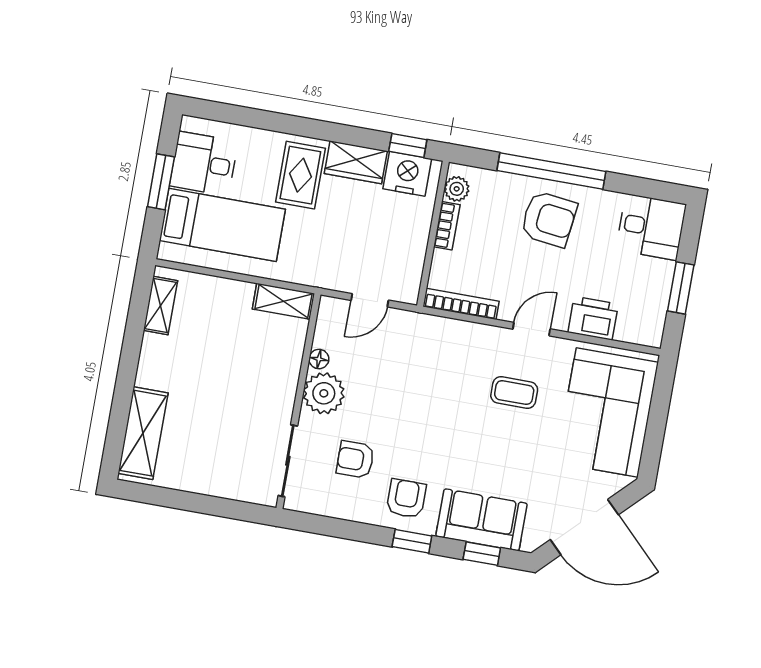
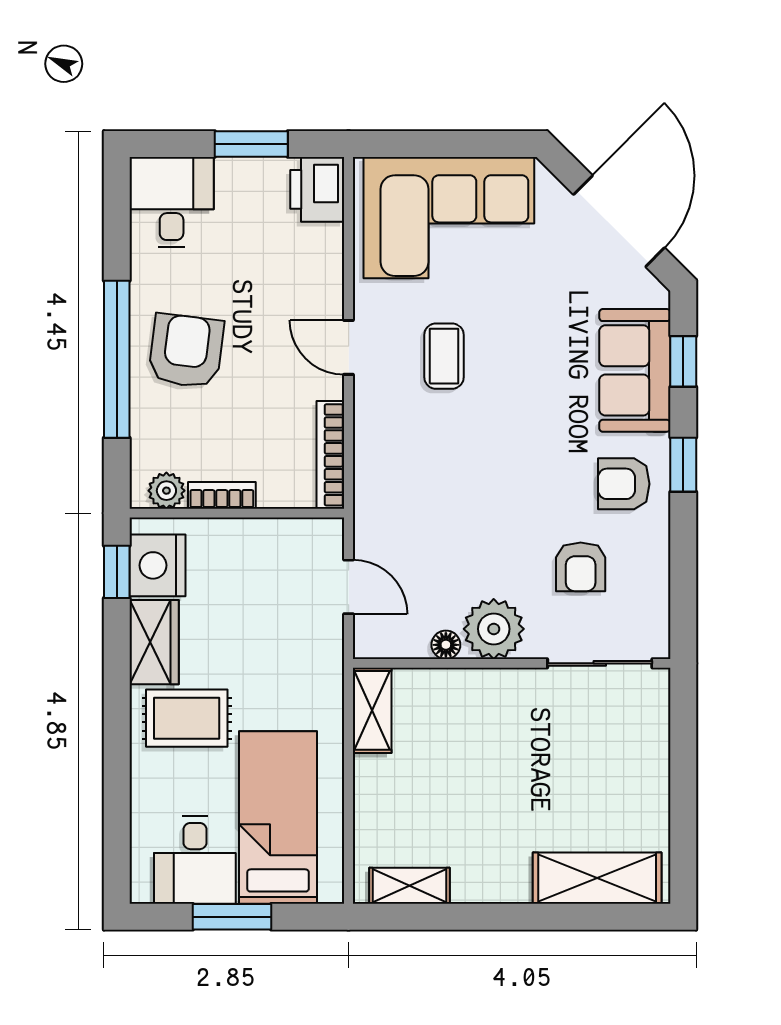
printer: (593, 318) -> (317, 189), moved

